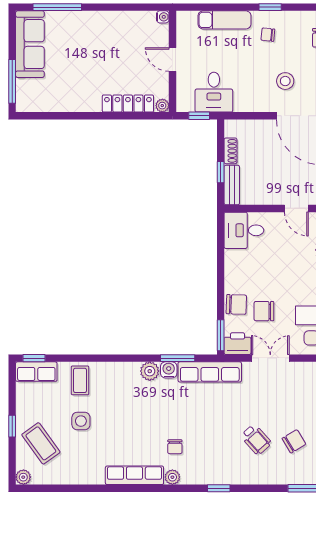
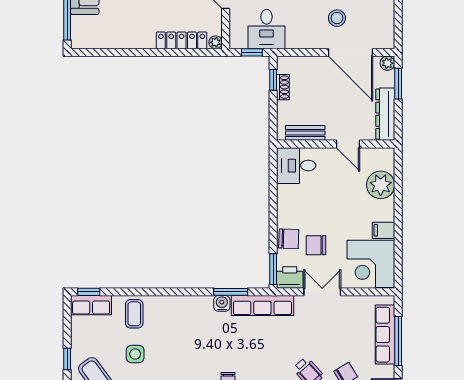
window: (221, 172) -> (273, 80), moved
bench: (232, 185) -> (305, 133), moved, turned 90
plant: (150, 371) -> (203, 305), removed

